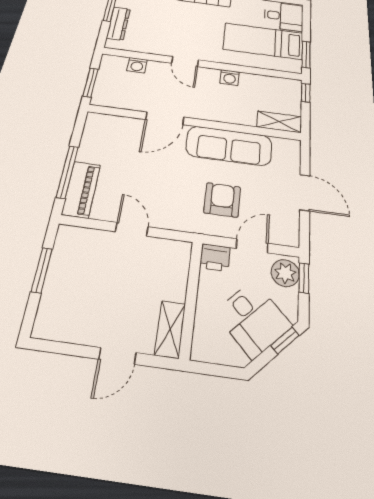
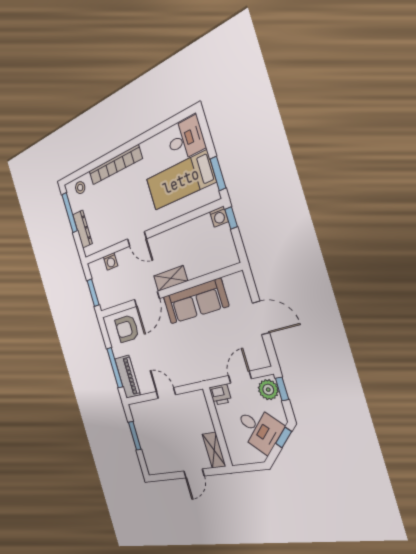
washing machine: (230, 78) -> (219, 217), moved
shelving: (279, 122) -> (171, 278), moved
armchair: (222, 200) -> (127, 329), moved, turned -90

